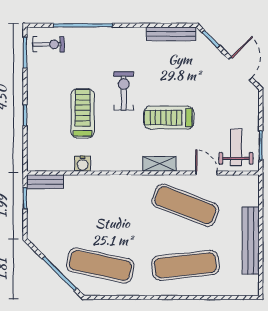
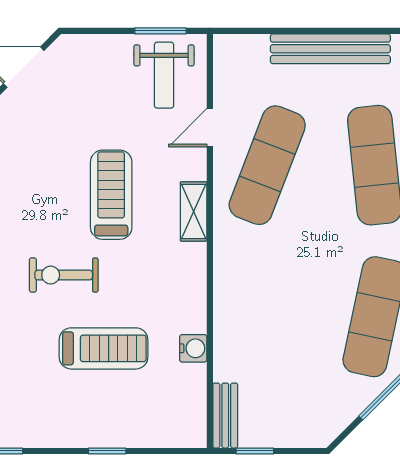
treadmill: (83, 113) -> (104, 348), turned 180
treadmill: (169, 118) -> (111, 195), turned 180
weight bench: (236, 147) -> (164, 75), turned -90

